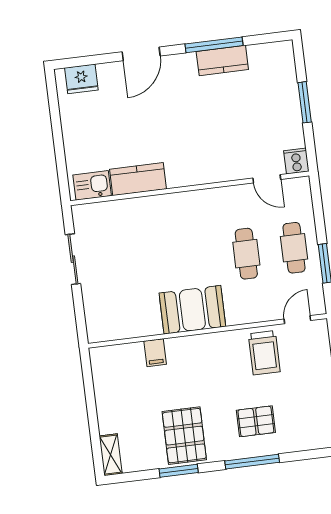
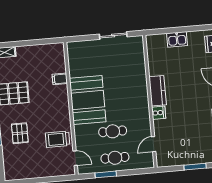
cooker: (296, 161) -> (159, 113), moved
kitchen counter: (138, 179) -> (158, 91), moved
kitchen sink: (92, 185) -> (177, 39), moved, turned 90
booth: (192, 310) -> (88, 100), width x1.36, depth x1.42

